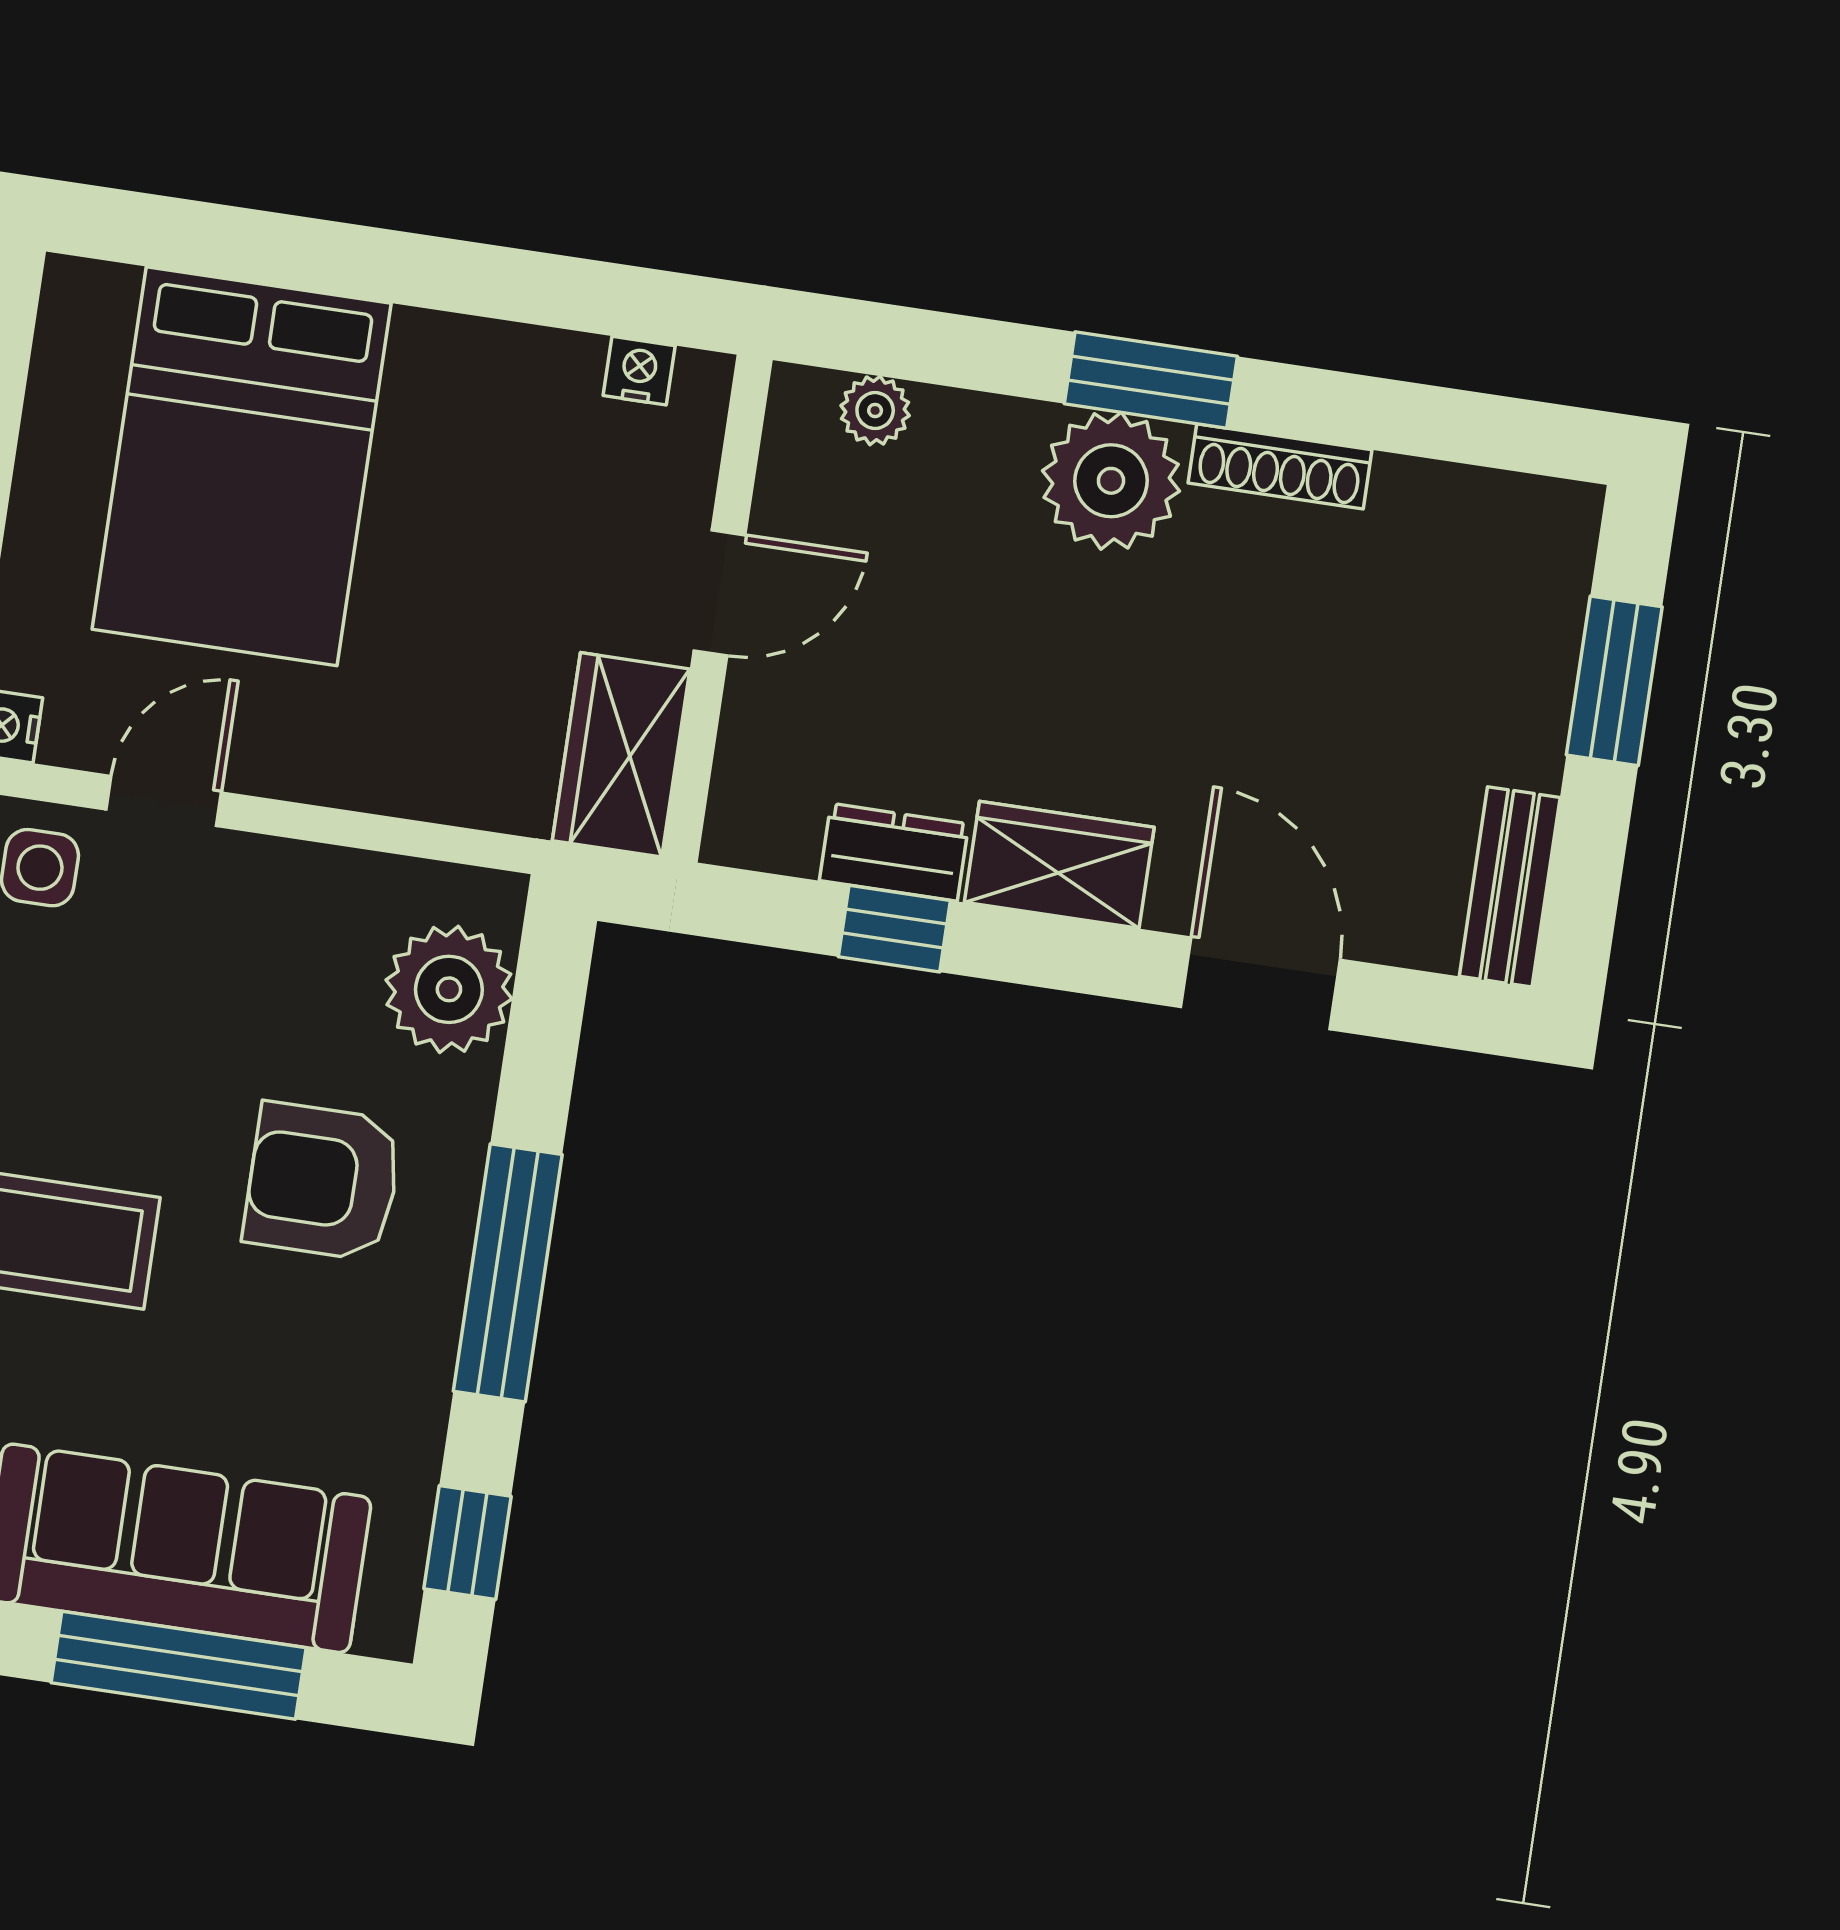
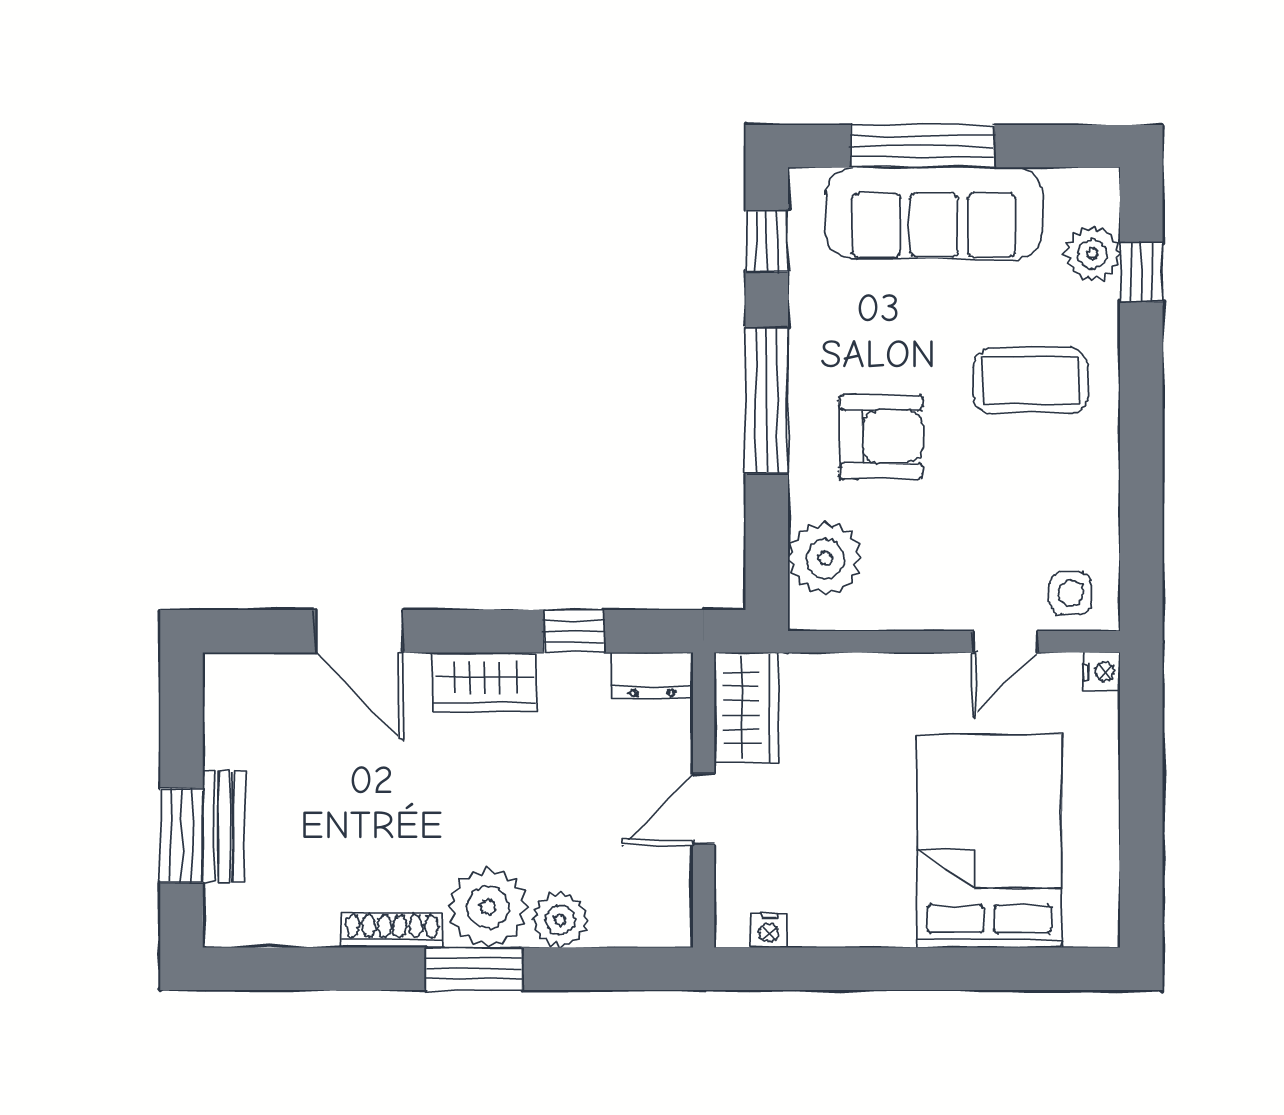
plant: (875, 410) -> (560, 920), moved, width x1.38, depth x1.38
dresser: (894, 852) -> (652, 675), moved
bench: (1510, 887) -> (224, 826), moved

